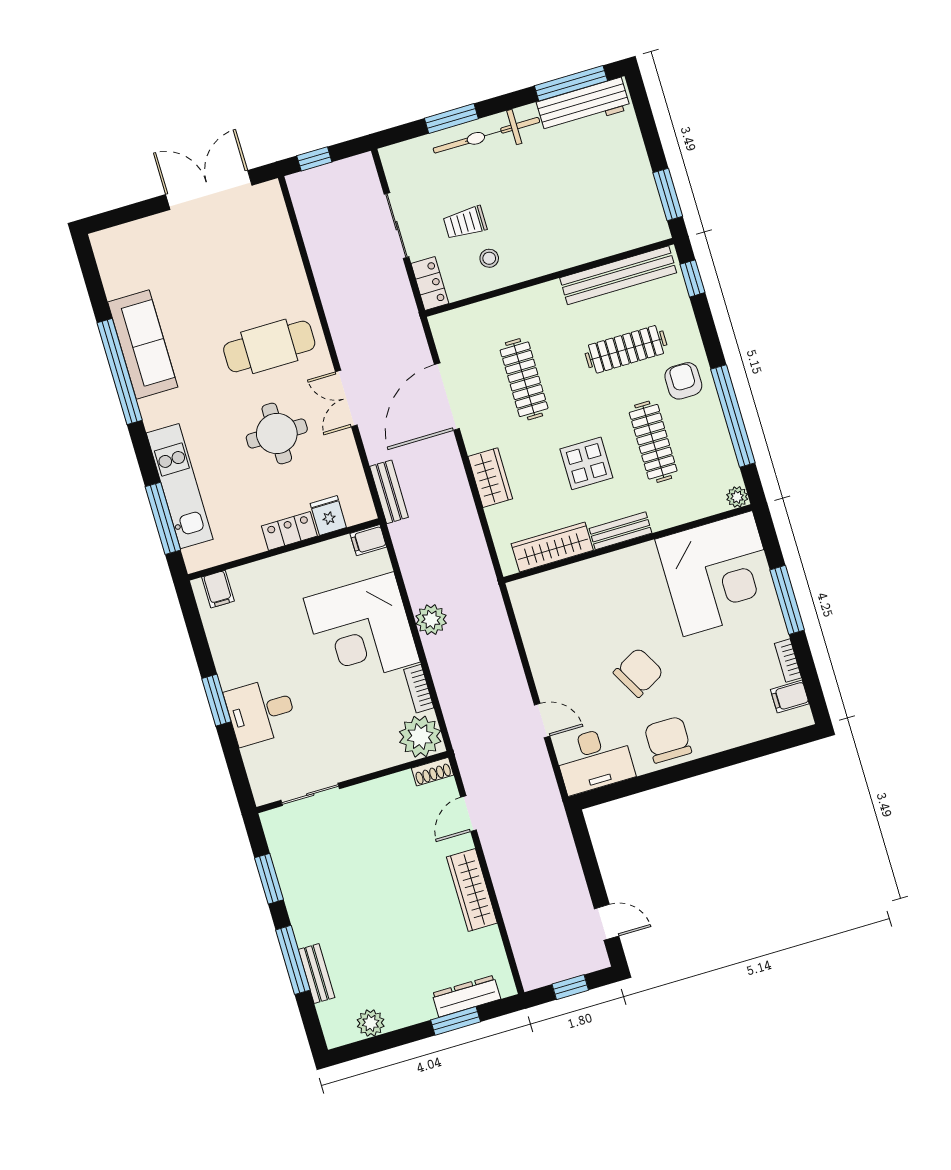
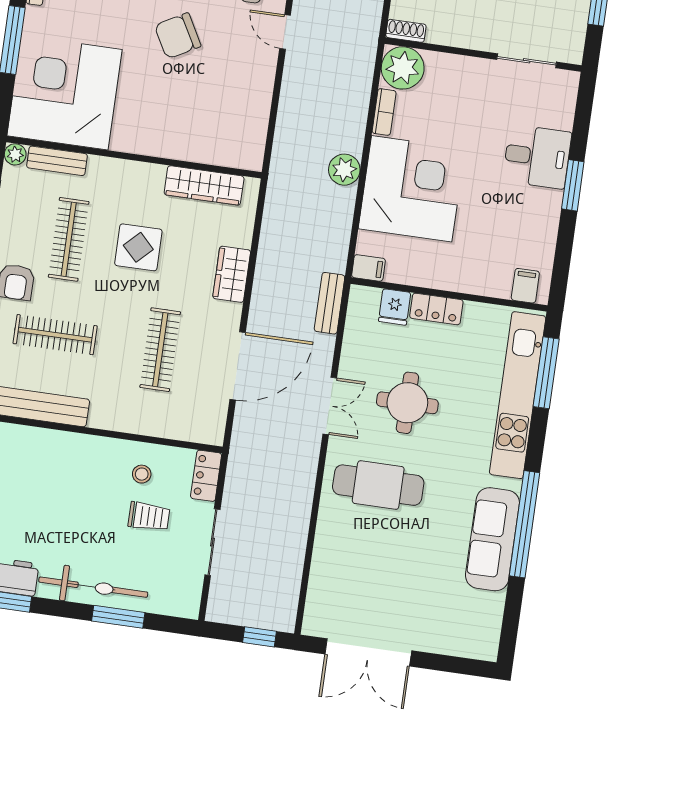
kitchen unit: (180, 486) -> (518, 395), width x1.36
bench: (621, 531) -> (57, 161), moved

